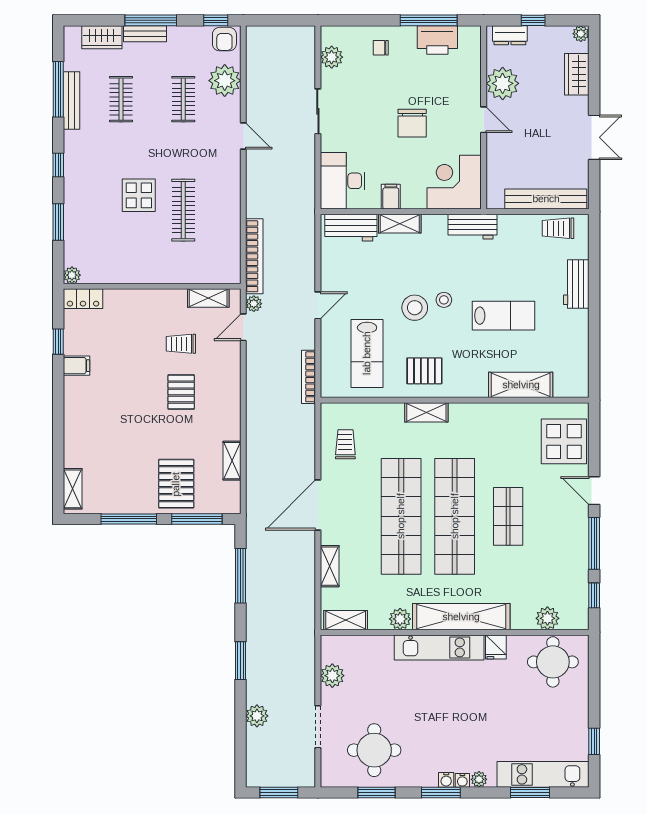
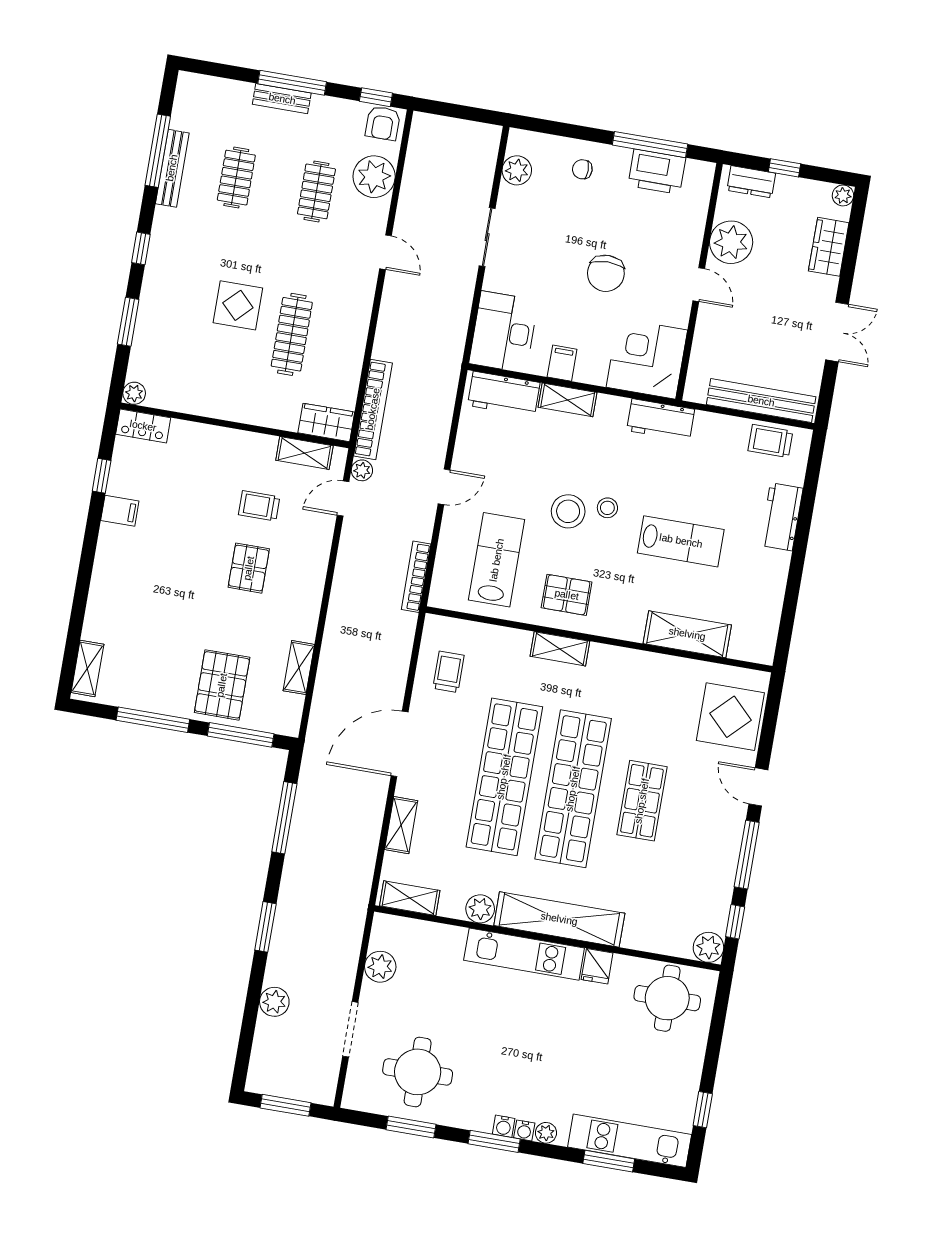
wardrobe: (102, 37) -> (326, 422), moved, turned 180
lab bench: (367, 353) -> (497, 560), turned 180
plant: (547, 618) -> (708, 947), moved

